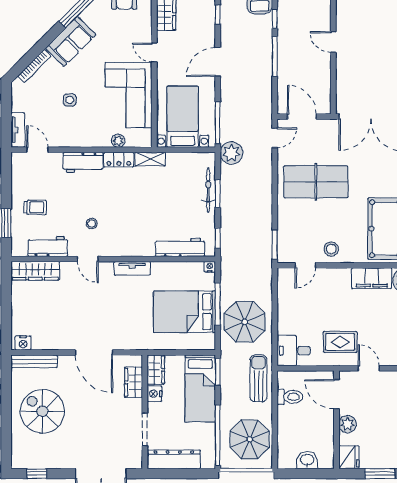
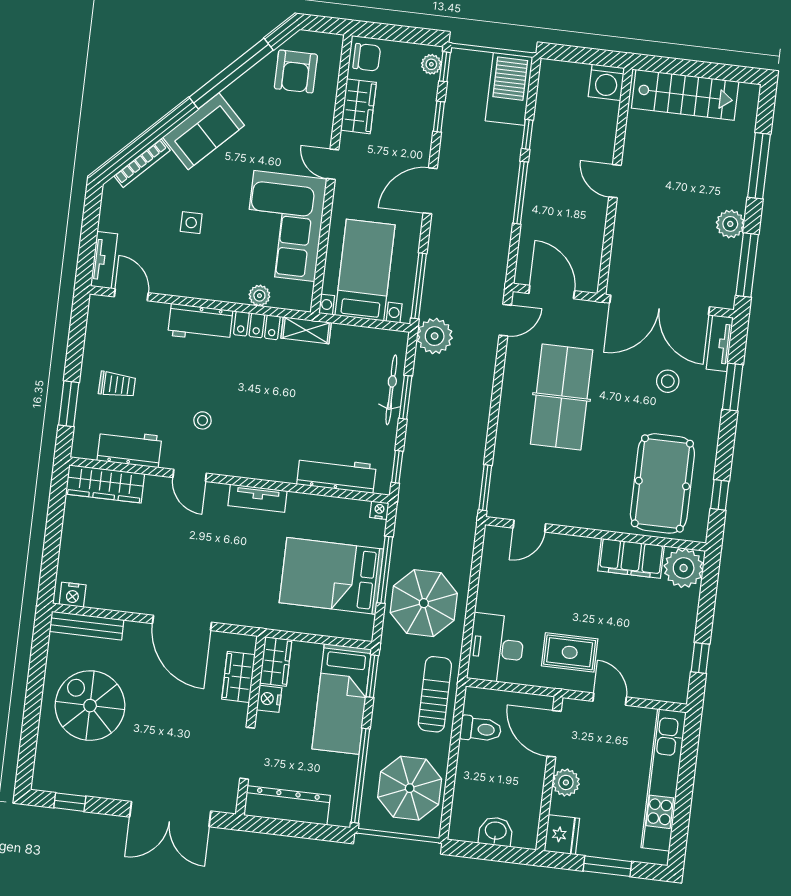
table tennis table: (316, 182) -> (562, 397), turned 90
stool: (331, 249) -> (668, 381), moved
desk: (294, 351) -> (496, 648), width x1.37

